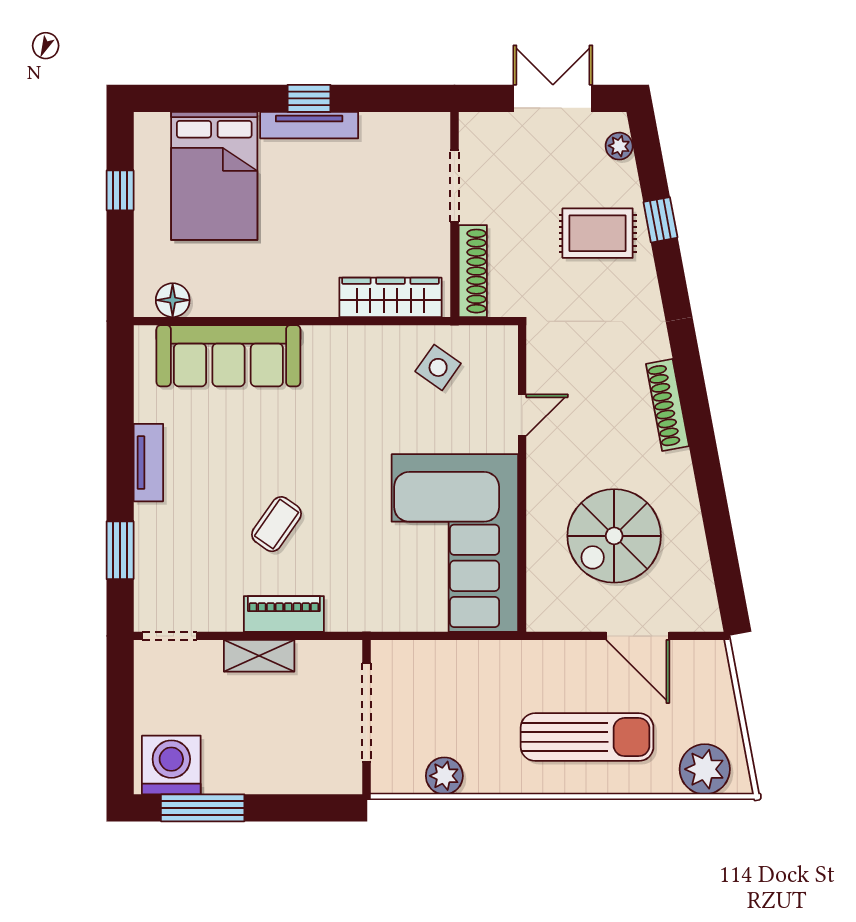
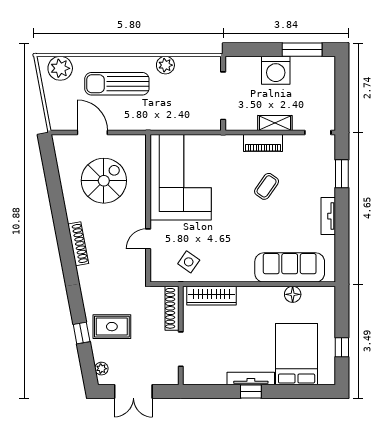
floor lamp: (173, 300) -> (293, 294), moved
washing machine: (171, 765) -> (276, 70), moved
plant: (444, 776) -> (165, 65), moved

